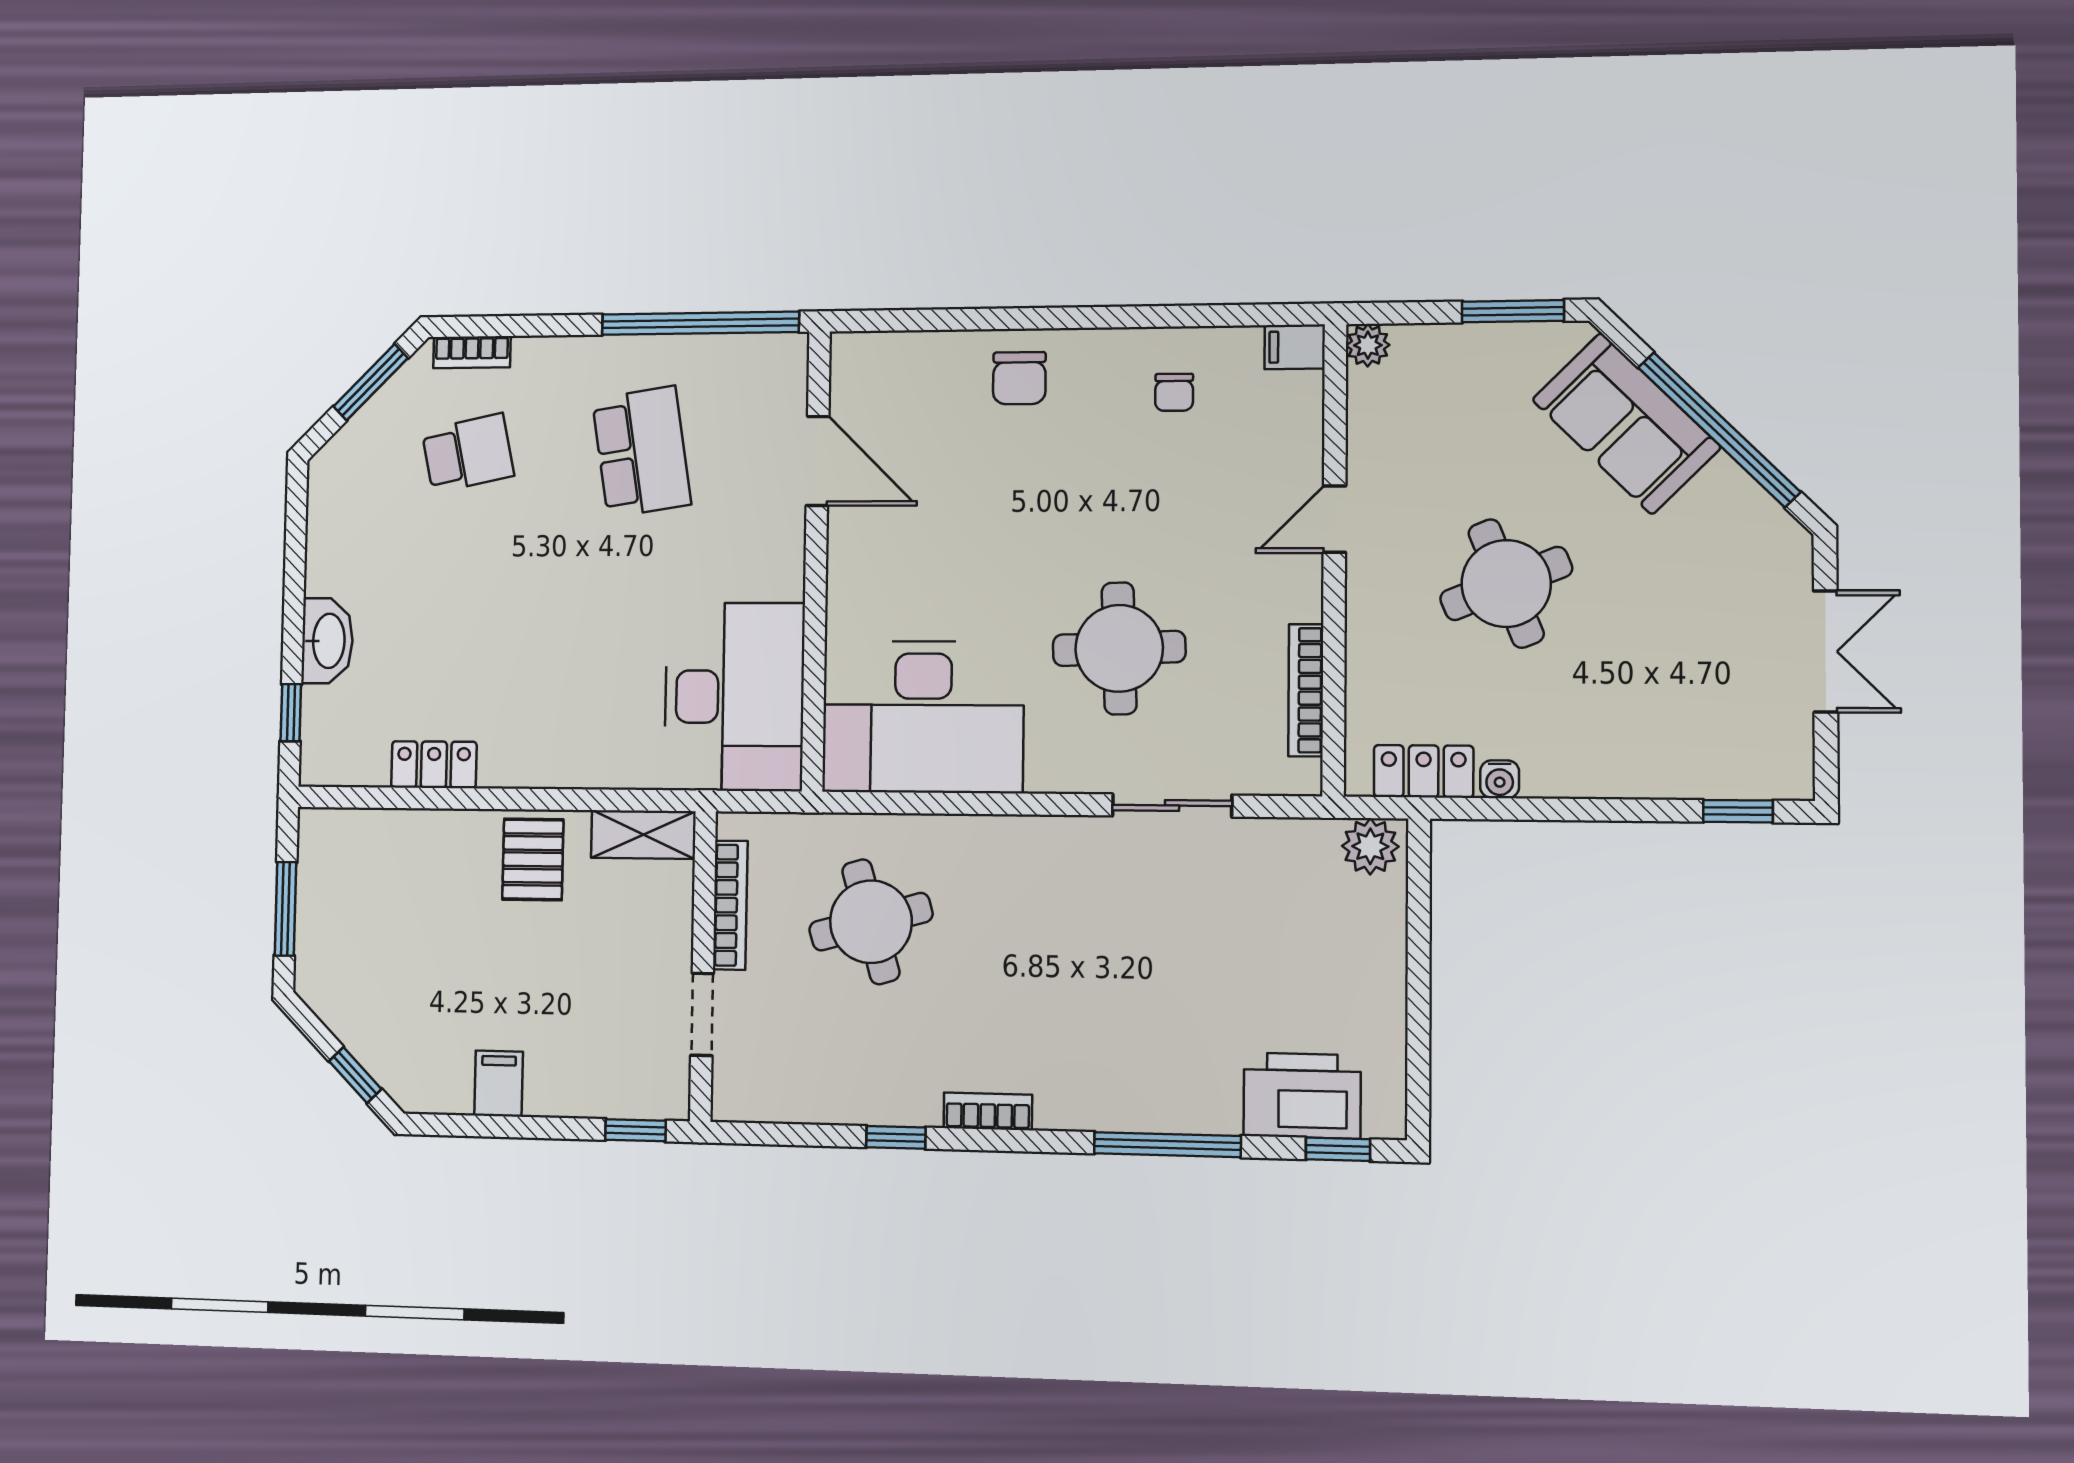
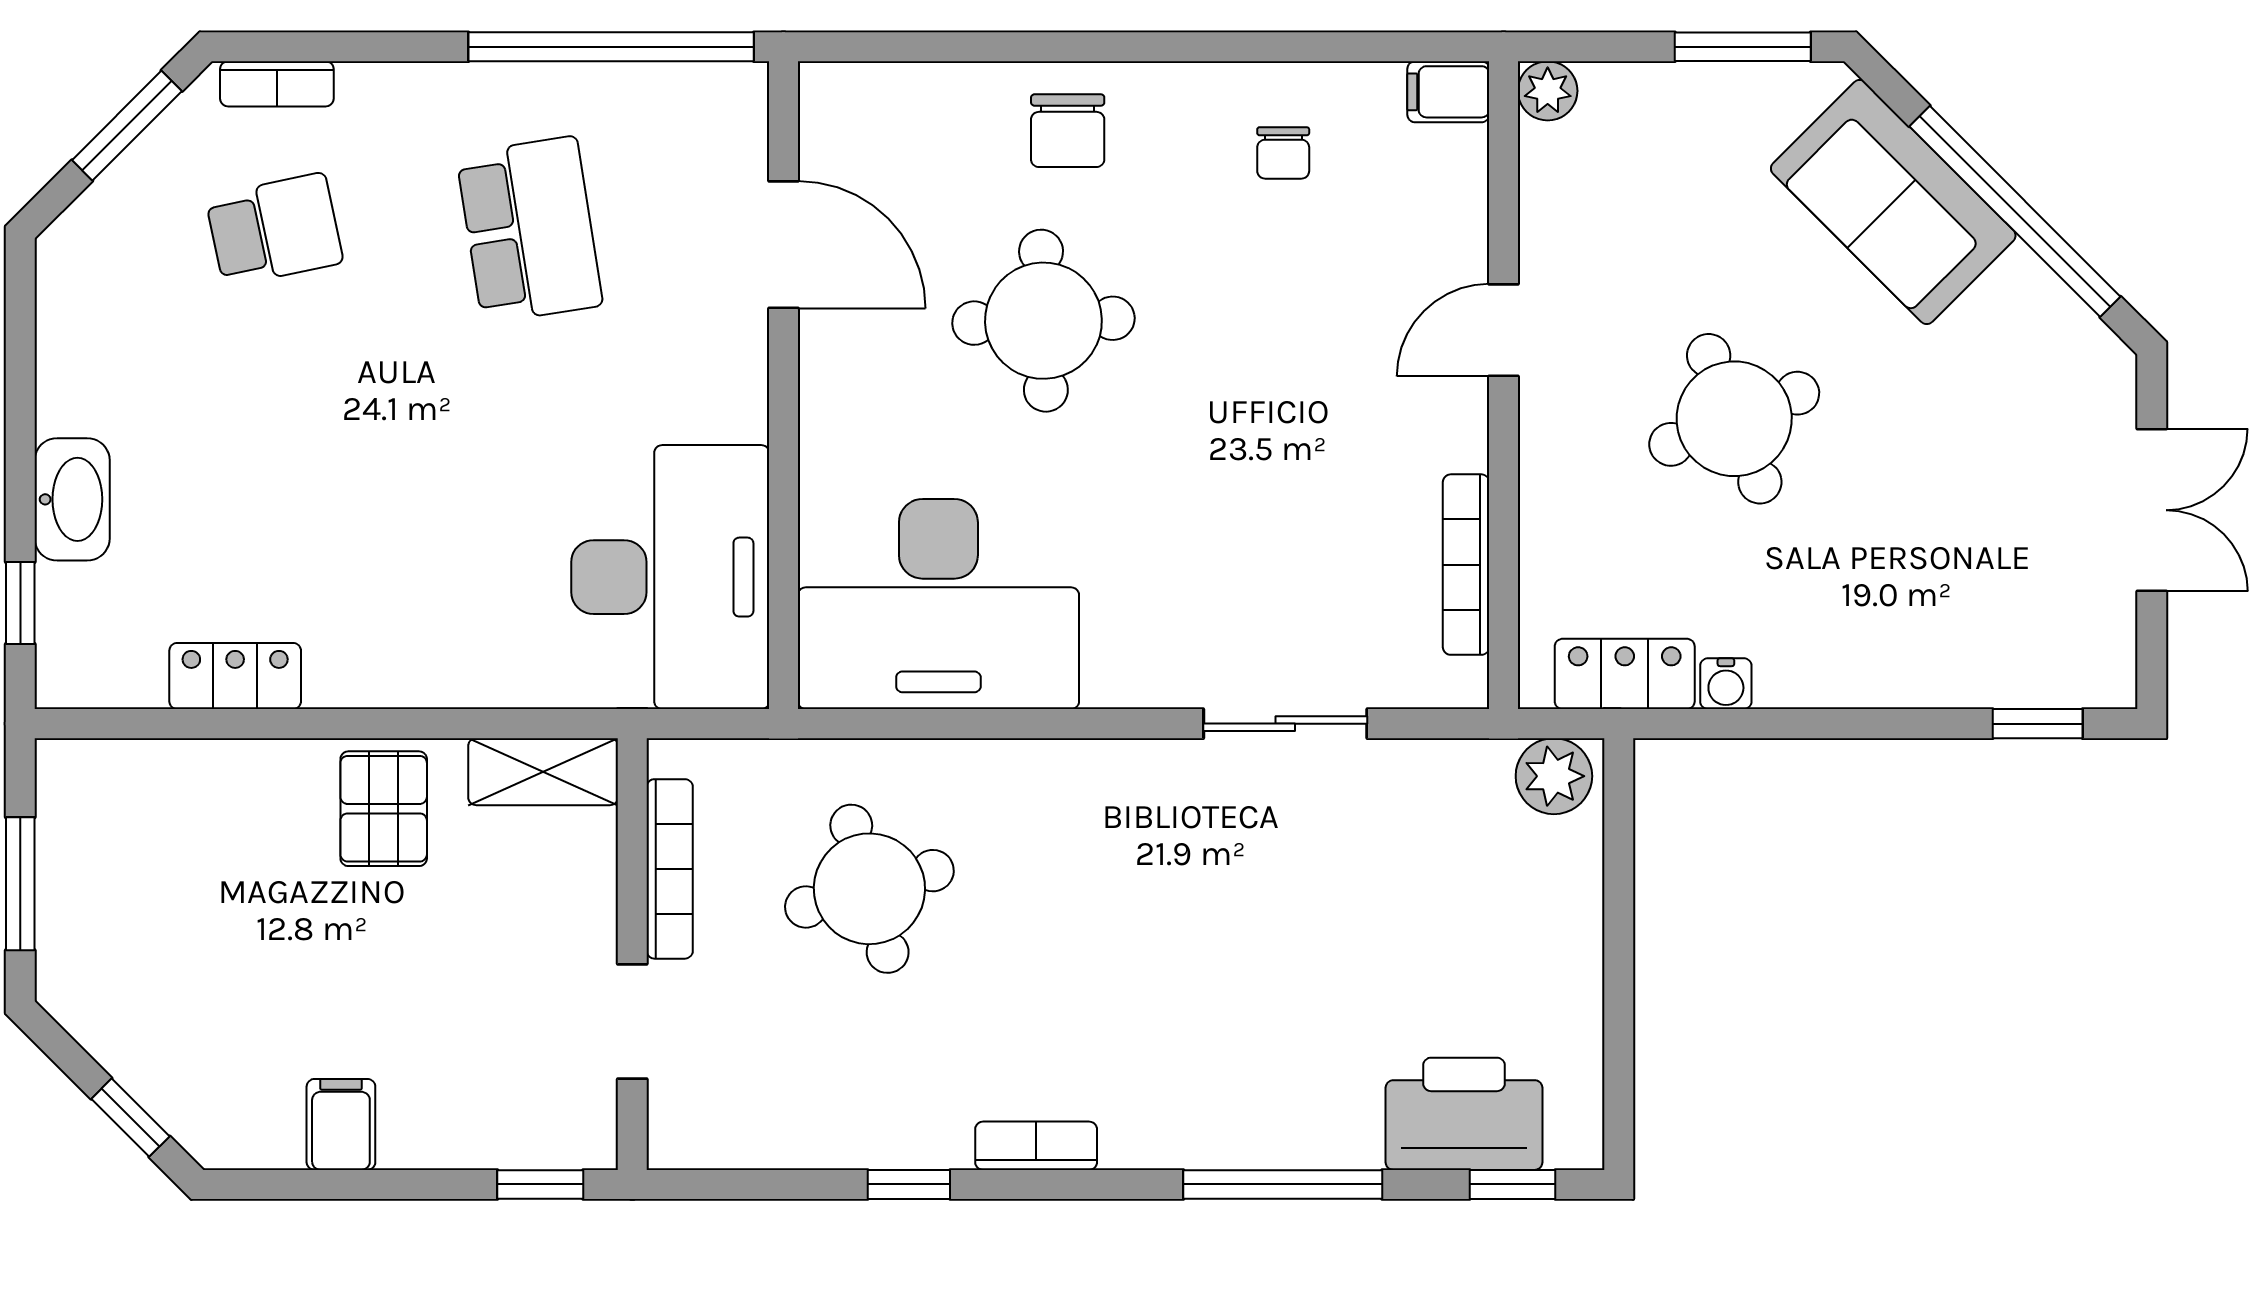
round table: (1119, 648) -> (1043, 321), moved

